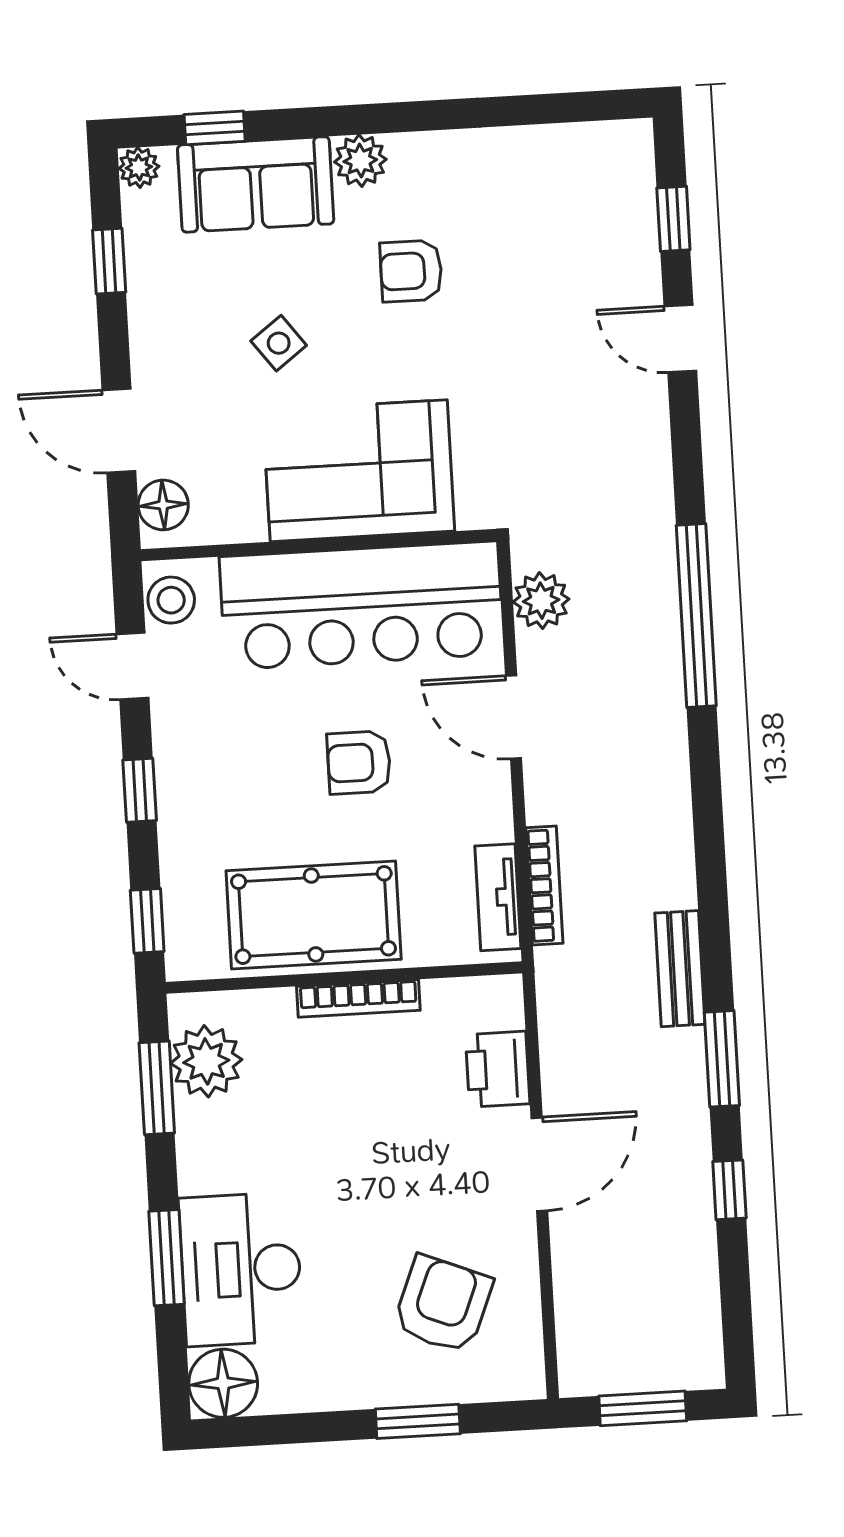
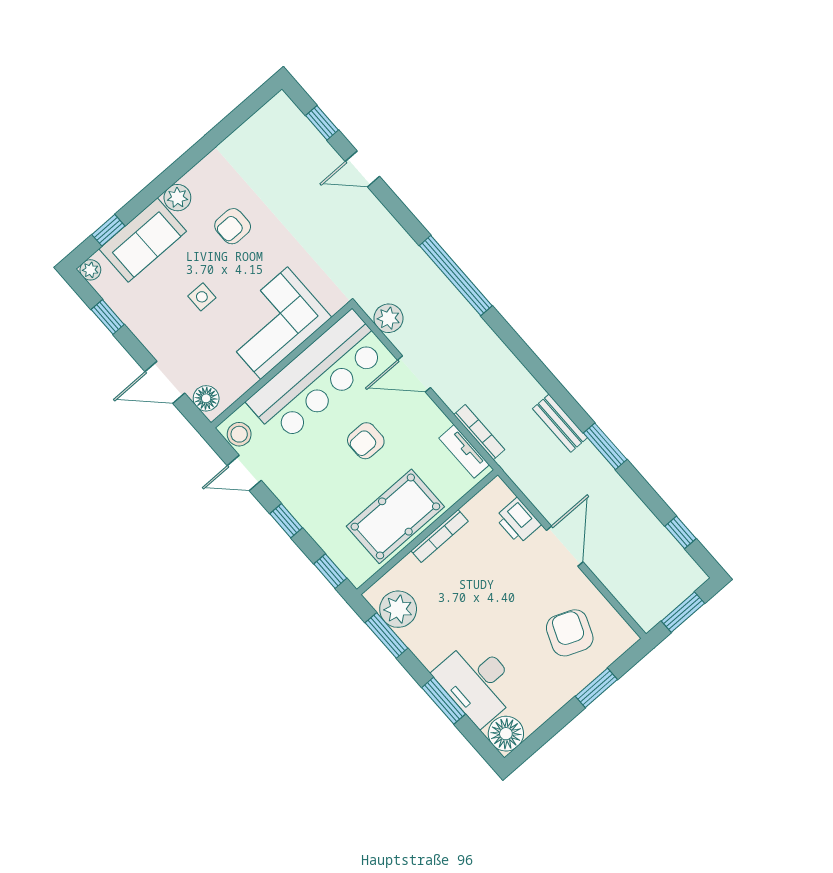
side table: (279, 343) -> (202, 297), turned 37
window: (729, 1190) -> (681, 532), moved

